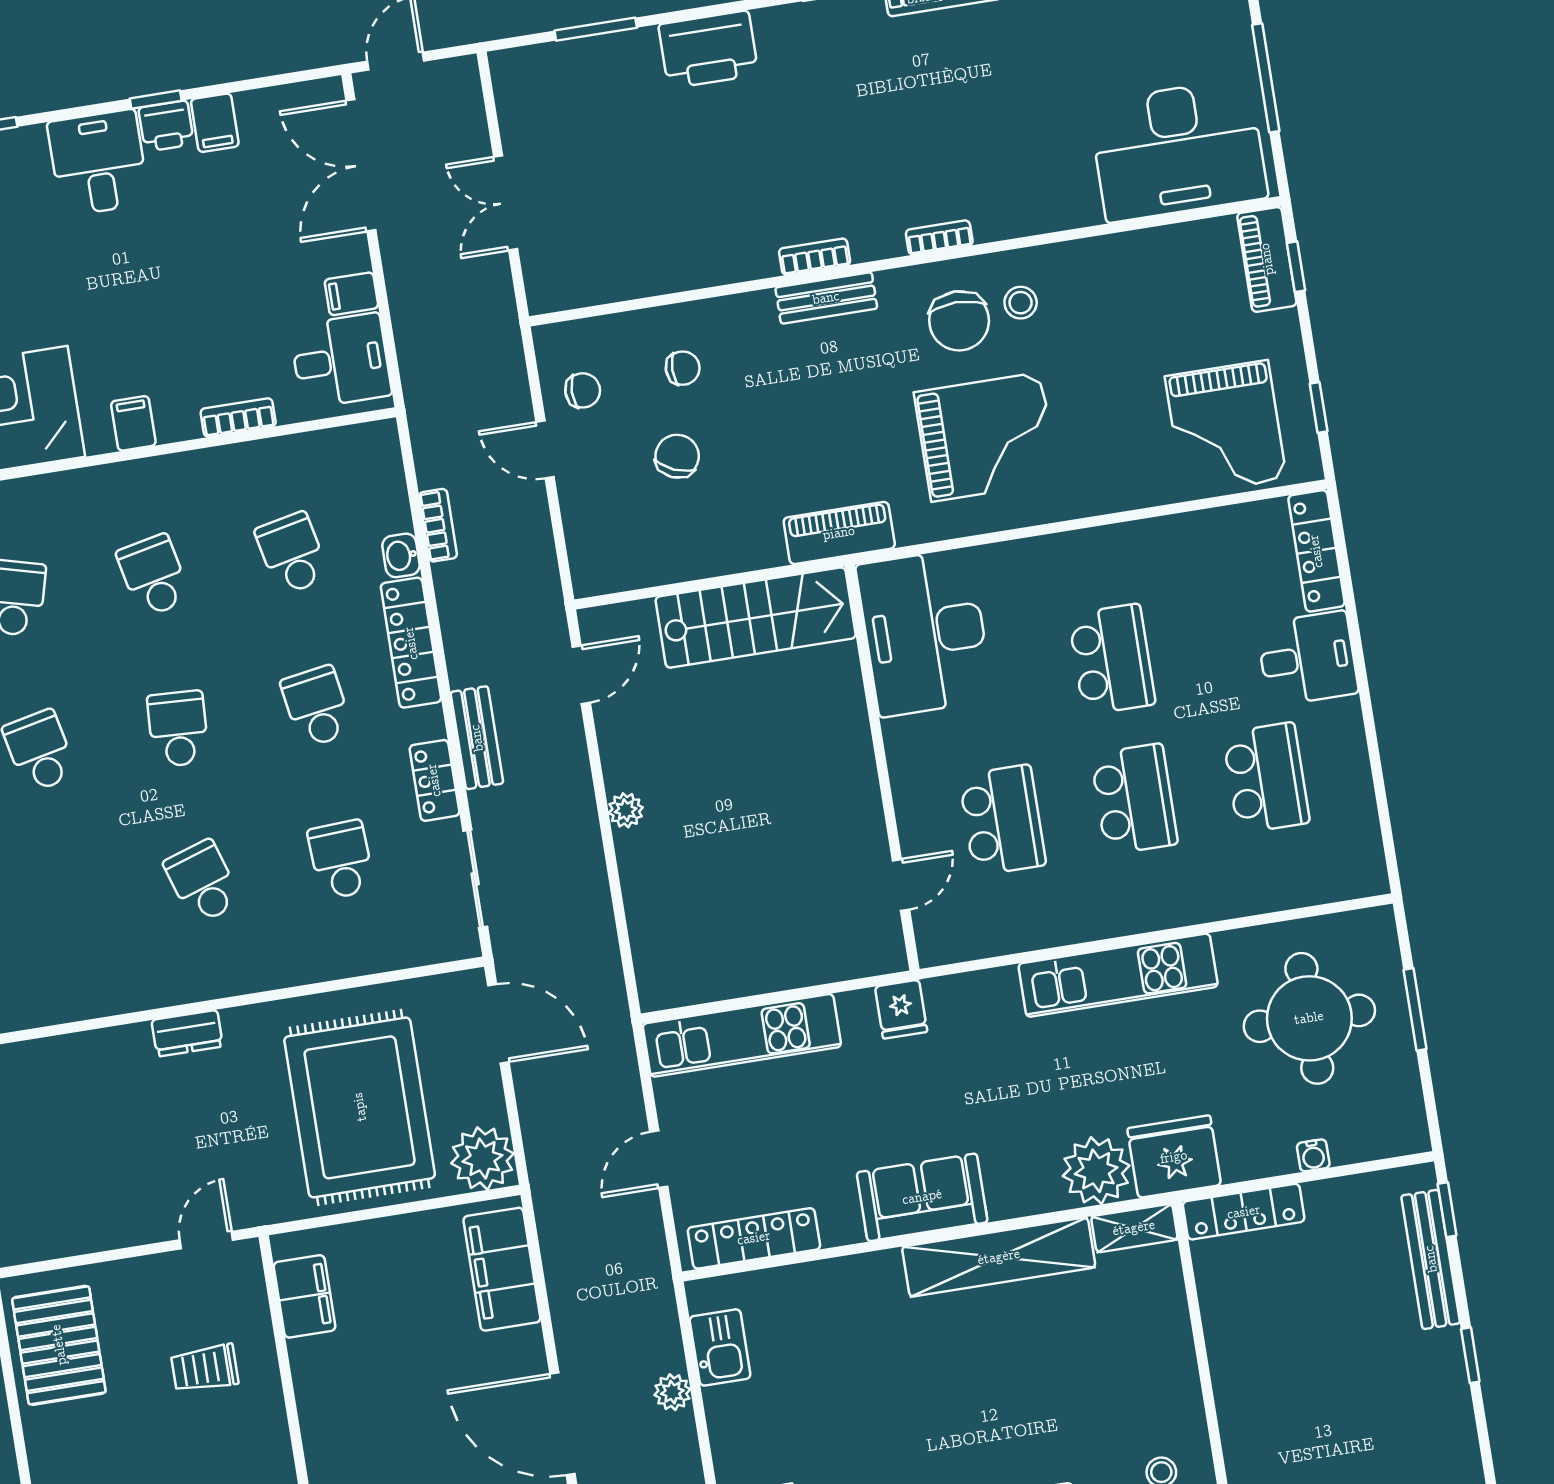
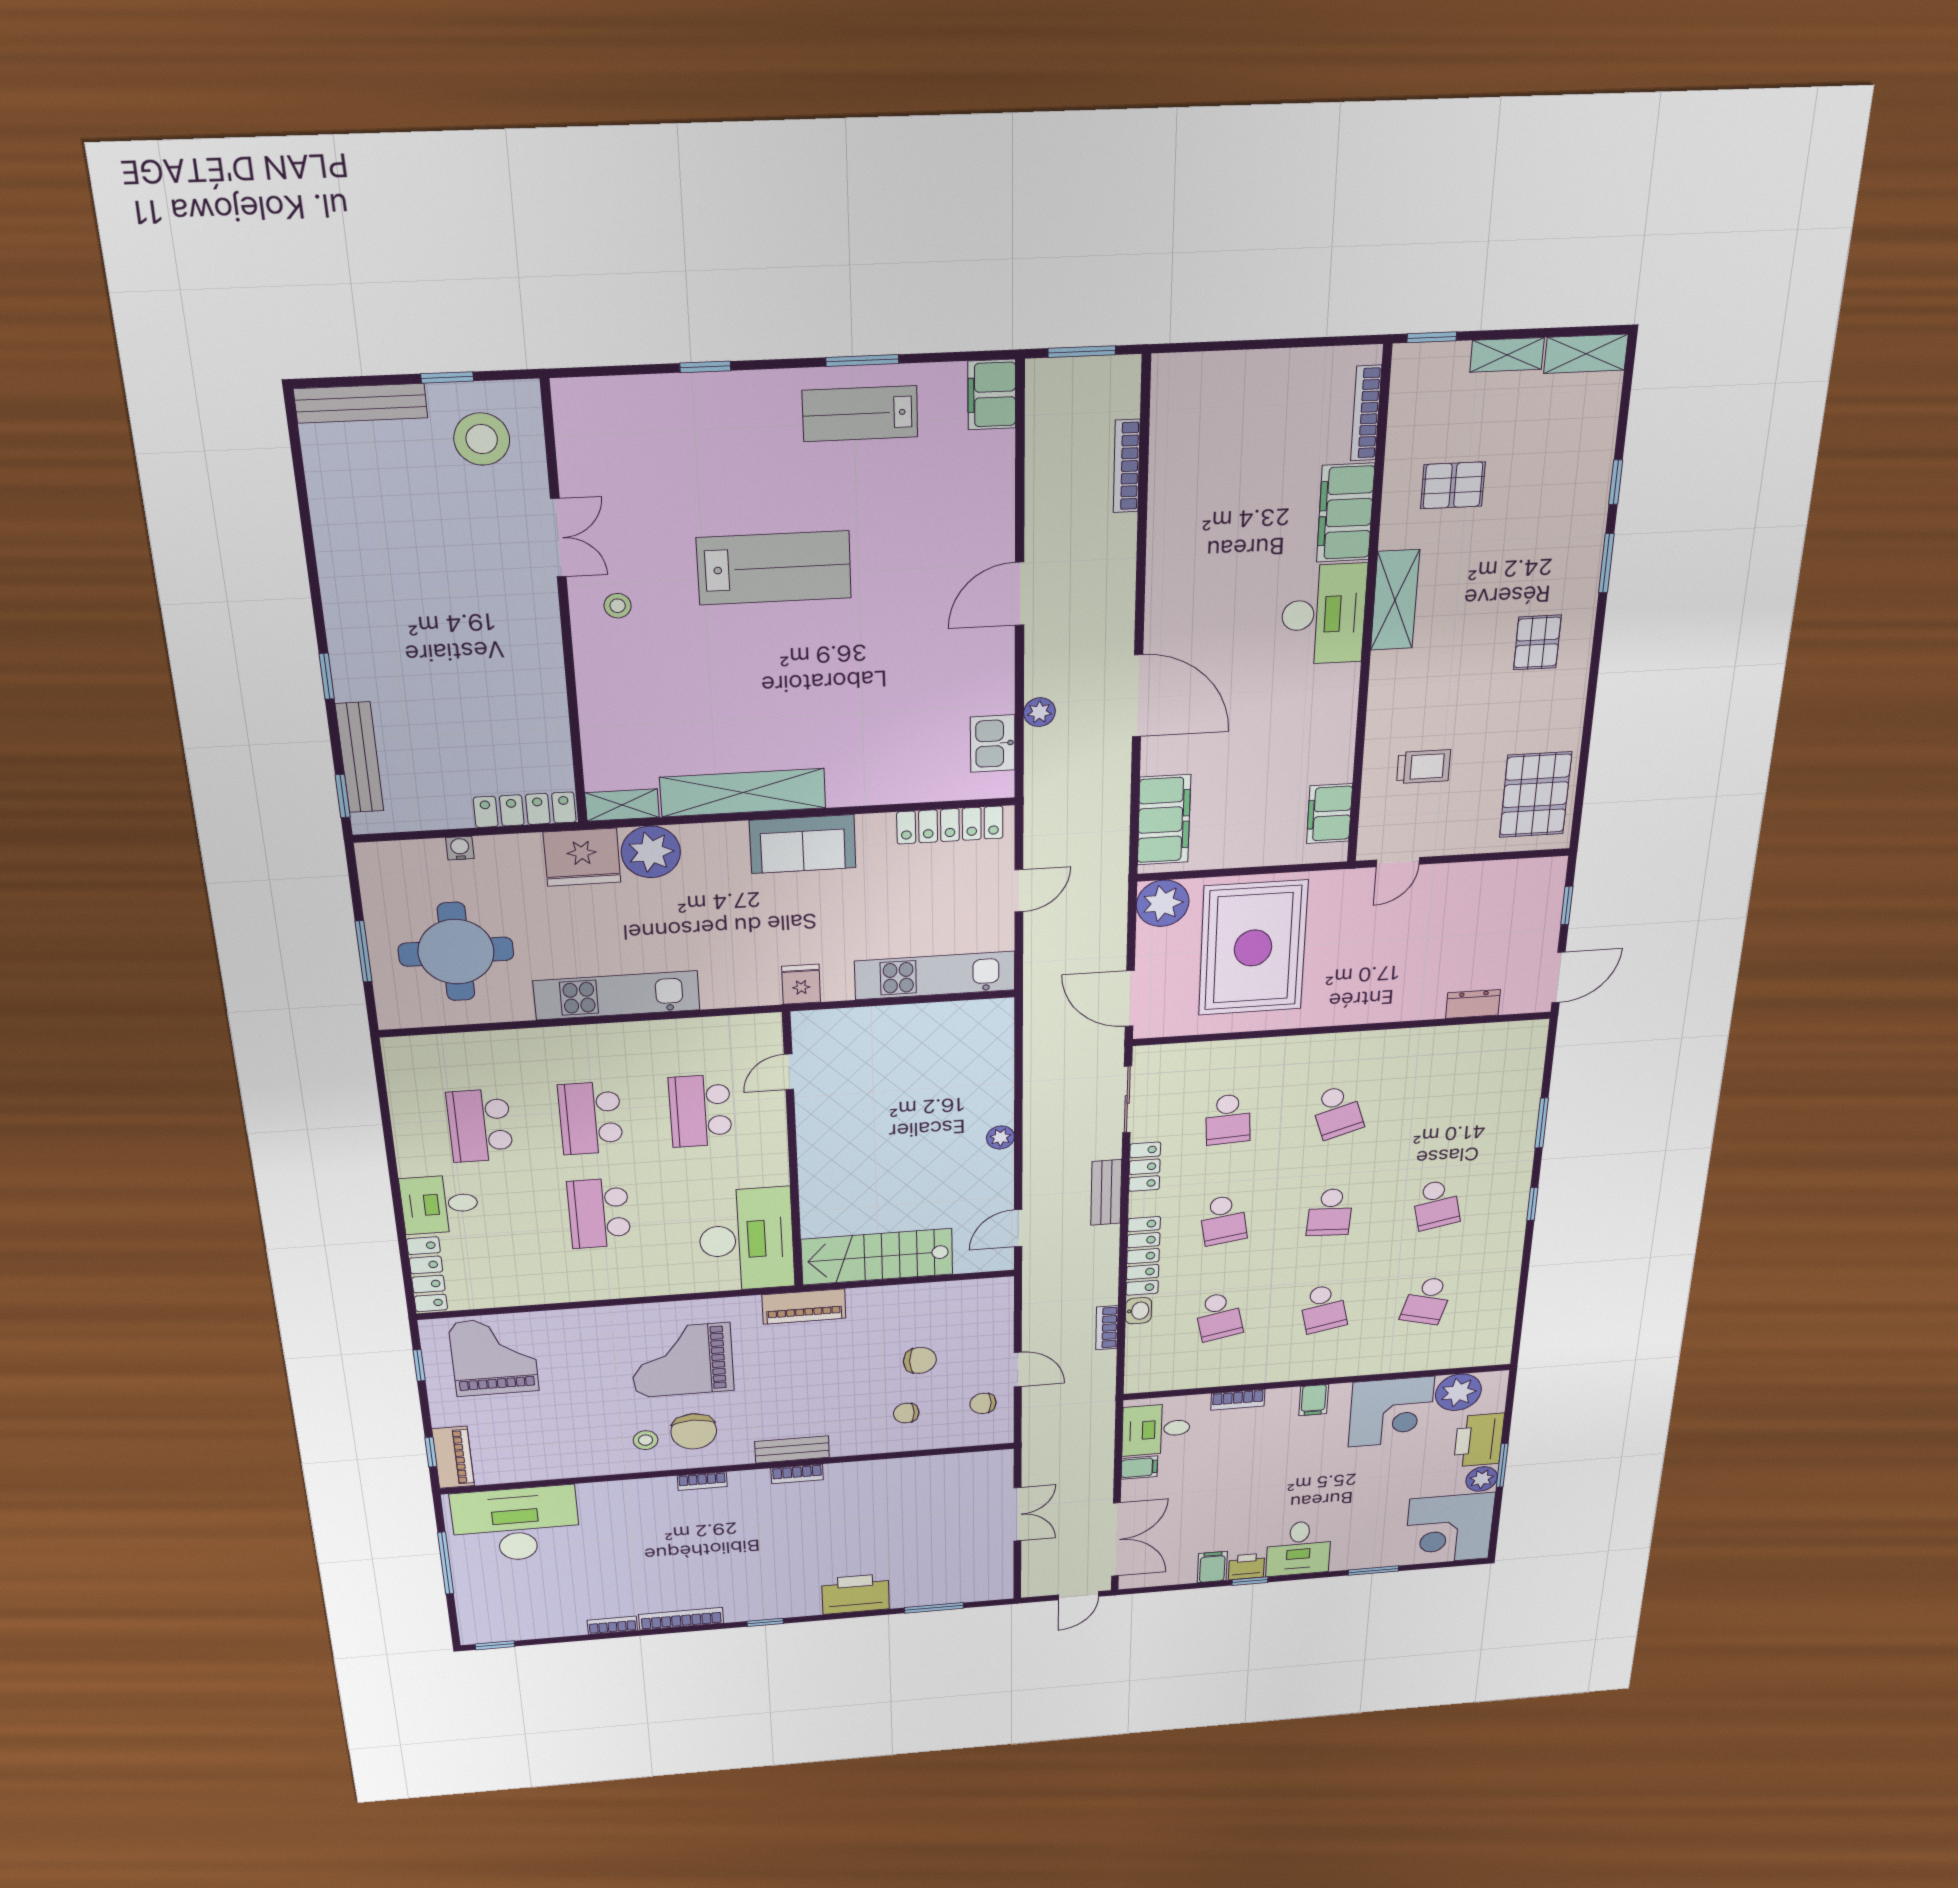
chair: (959, 321) -> (694, 1431), turned 180
chair: (677, 456) -> (920, 1360), turned -113
dresser: (187, 1033) -> (1473, 1004), moved

